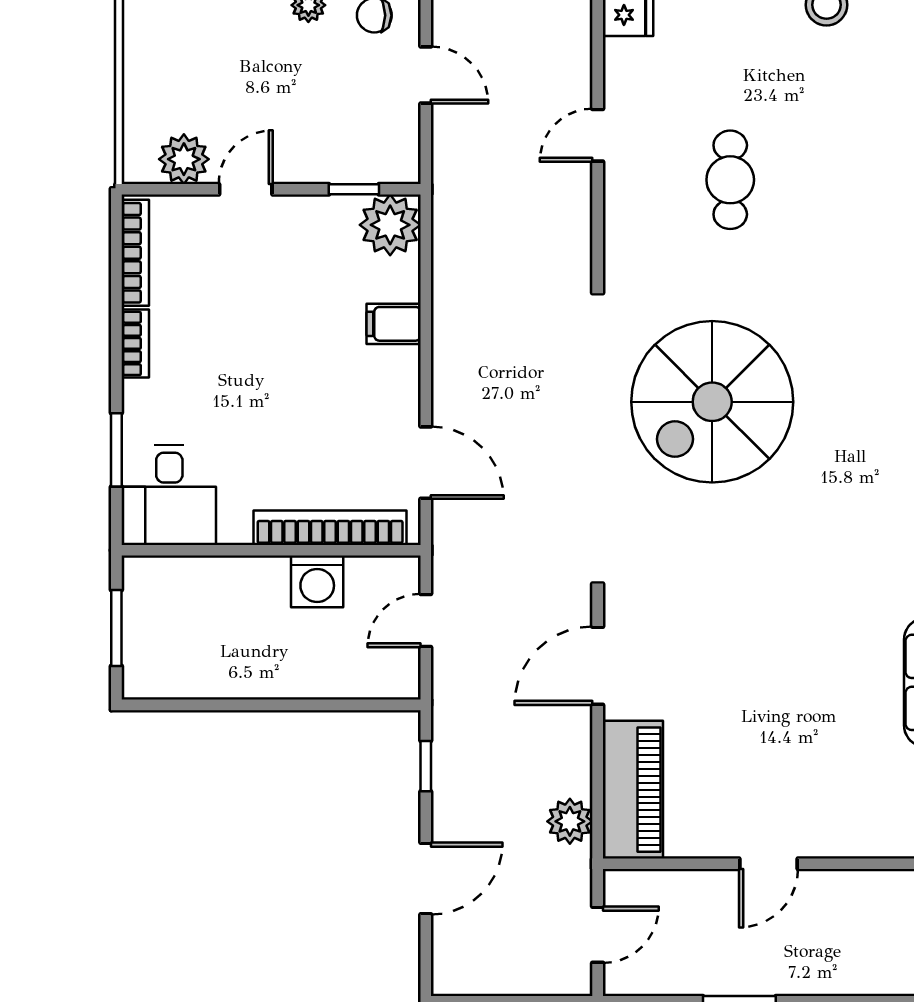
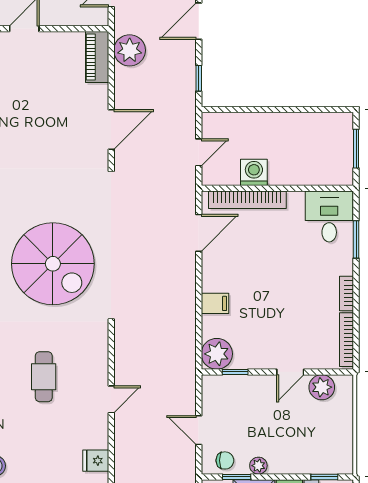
spiral stairs: (712, 402) -> (53, 264), turned 90
door: (426, 463) -> (199, 233), swing flipped
piano: (633, 790) -> (97, 57), width x0.73, depth x0.75
plant: (570, 821) -> (130, 50), width x1.36, depth x1.36

